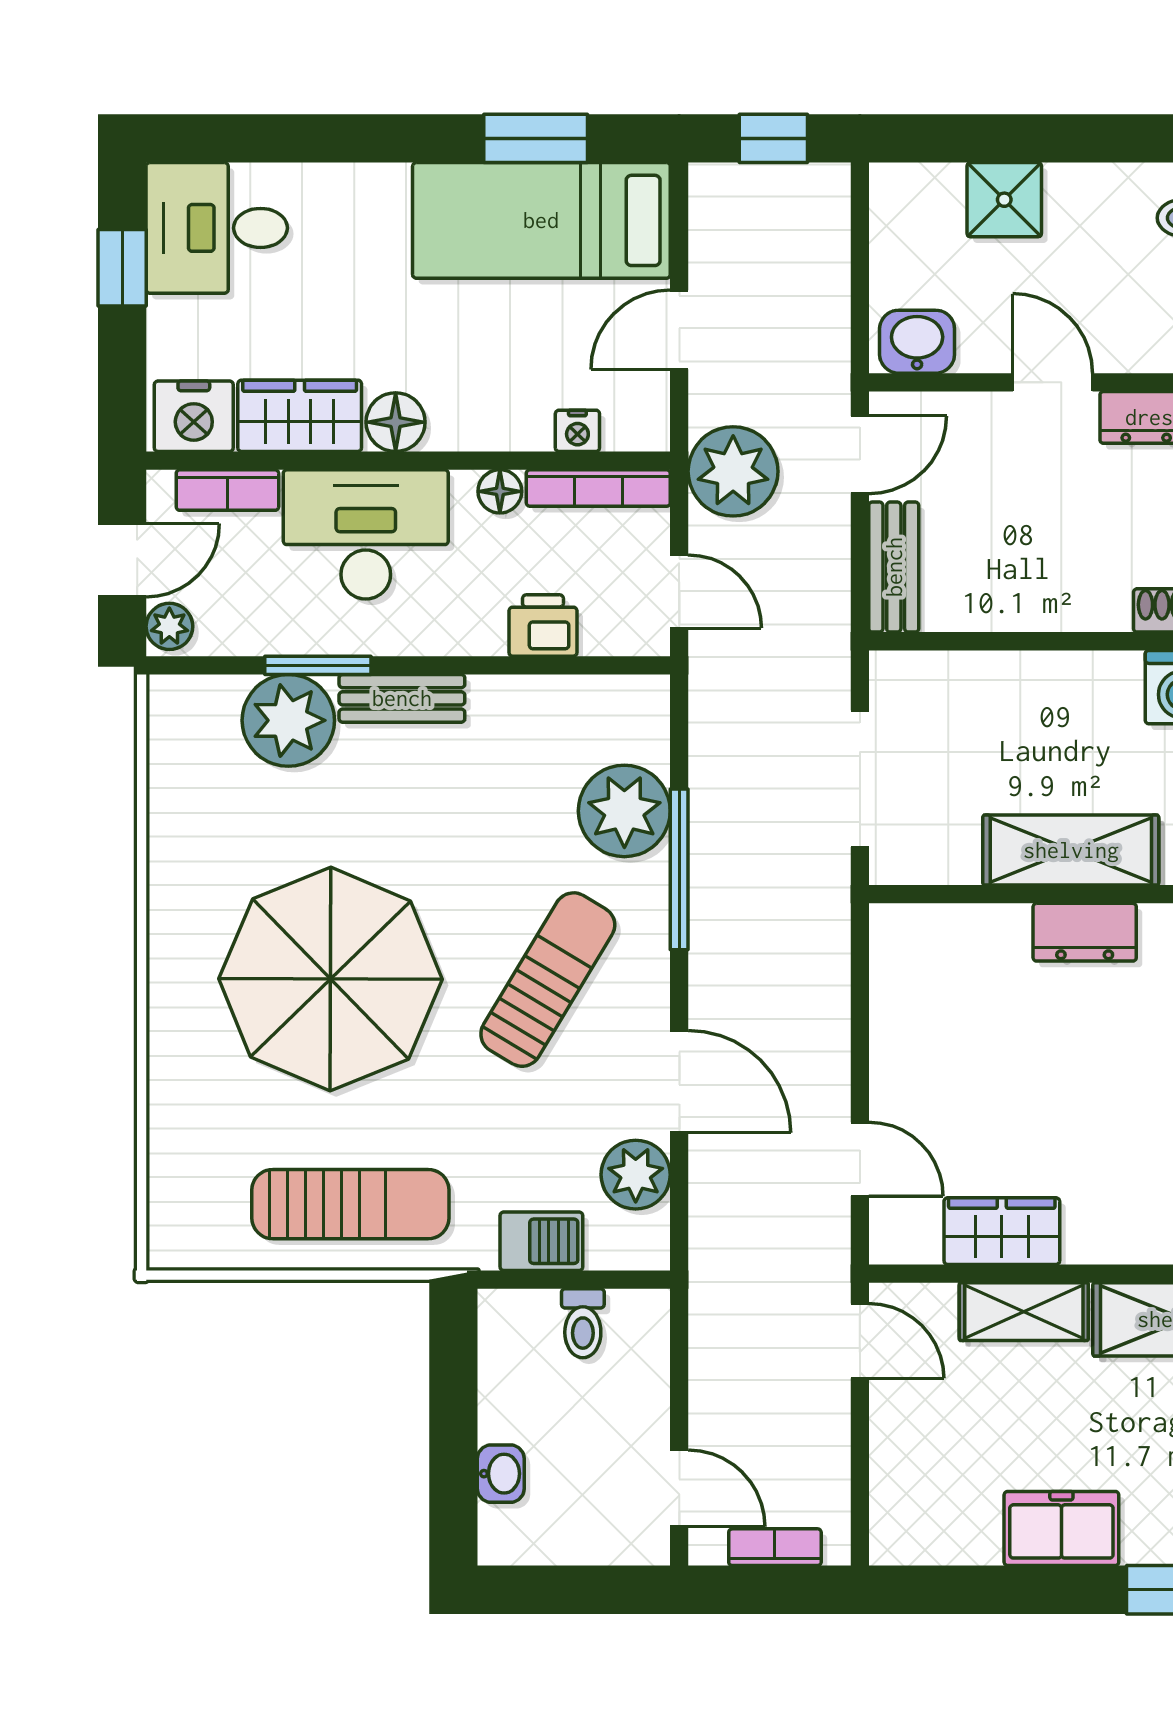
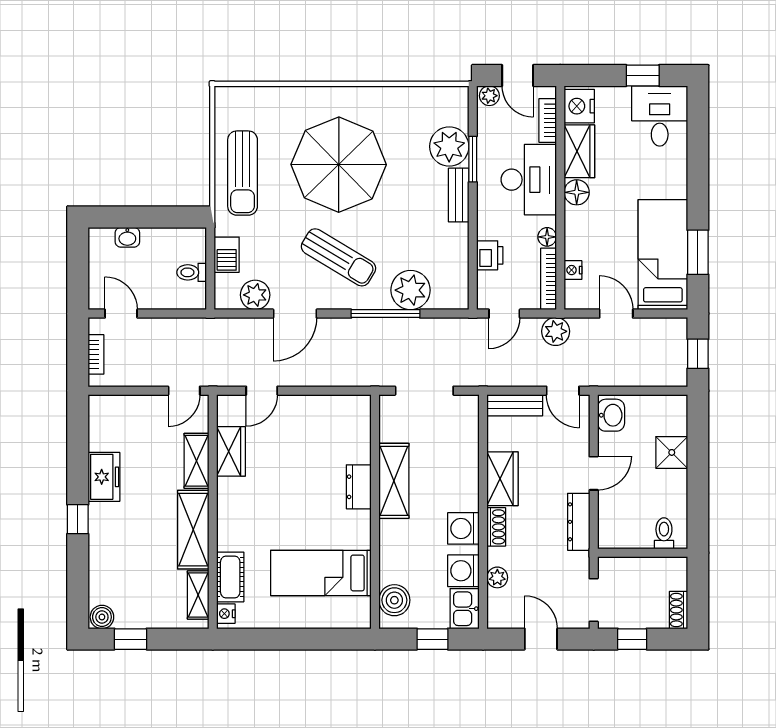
plant: (733, 471) -> (556, 331), width x0.73, depth x0.73
wardrobe: (1066, 596) -> (502, 479), added
door: (679, 1488) -> (121, 314), swing flipped

